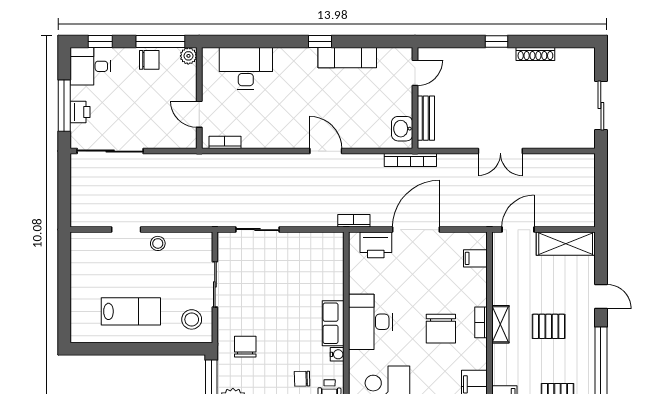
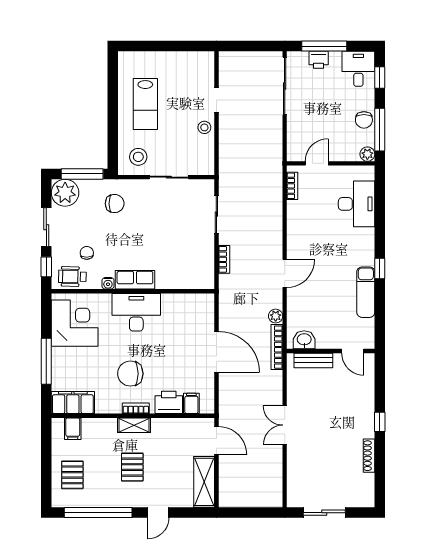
plant: (375, 162) -> (276, 316), added
bookcase: (354, 221) -> (224, 259), moved
printer: (376, 245) -> (169, 402), moved, turned 90

